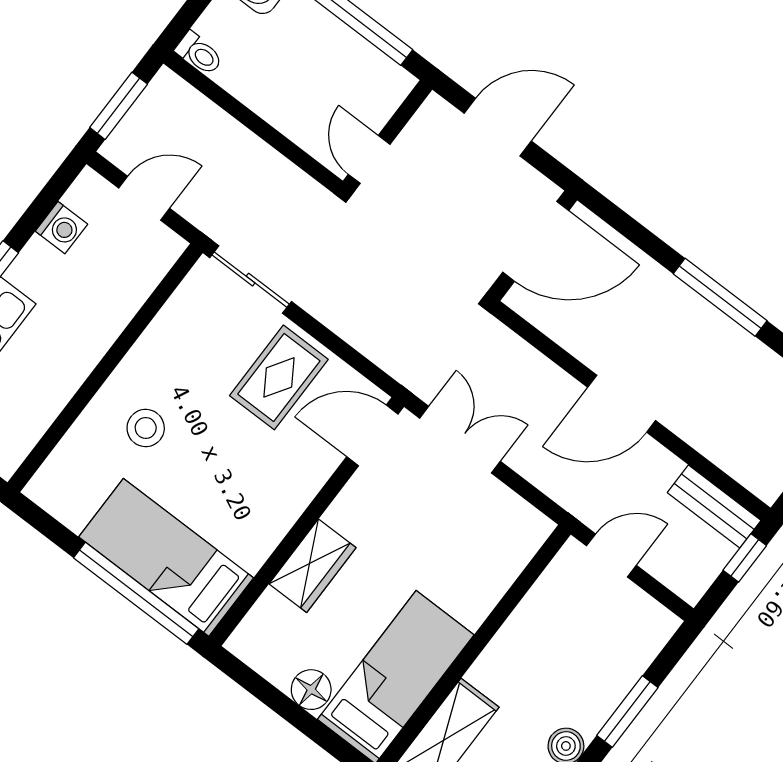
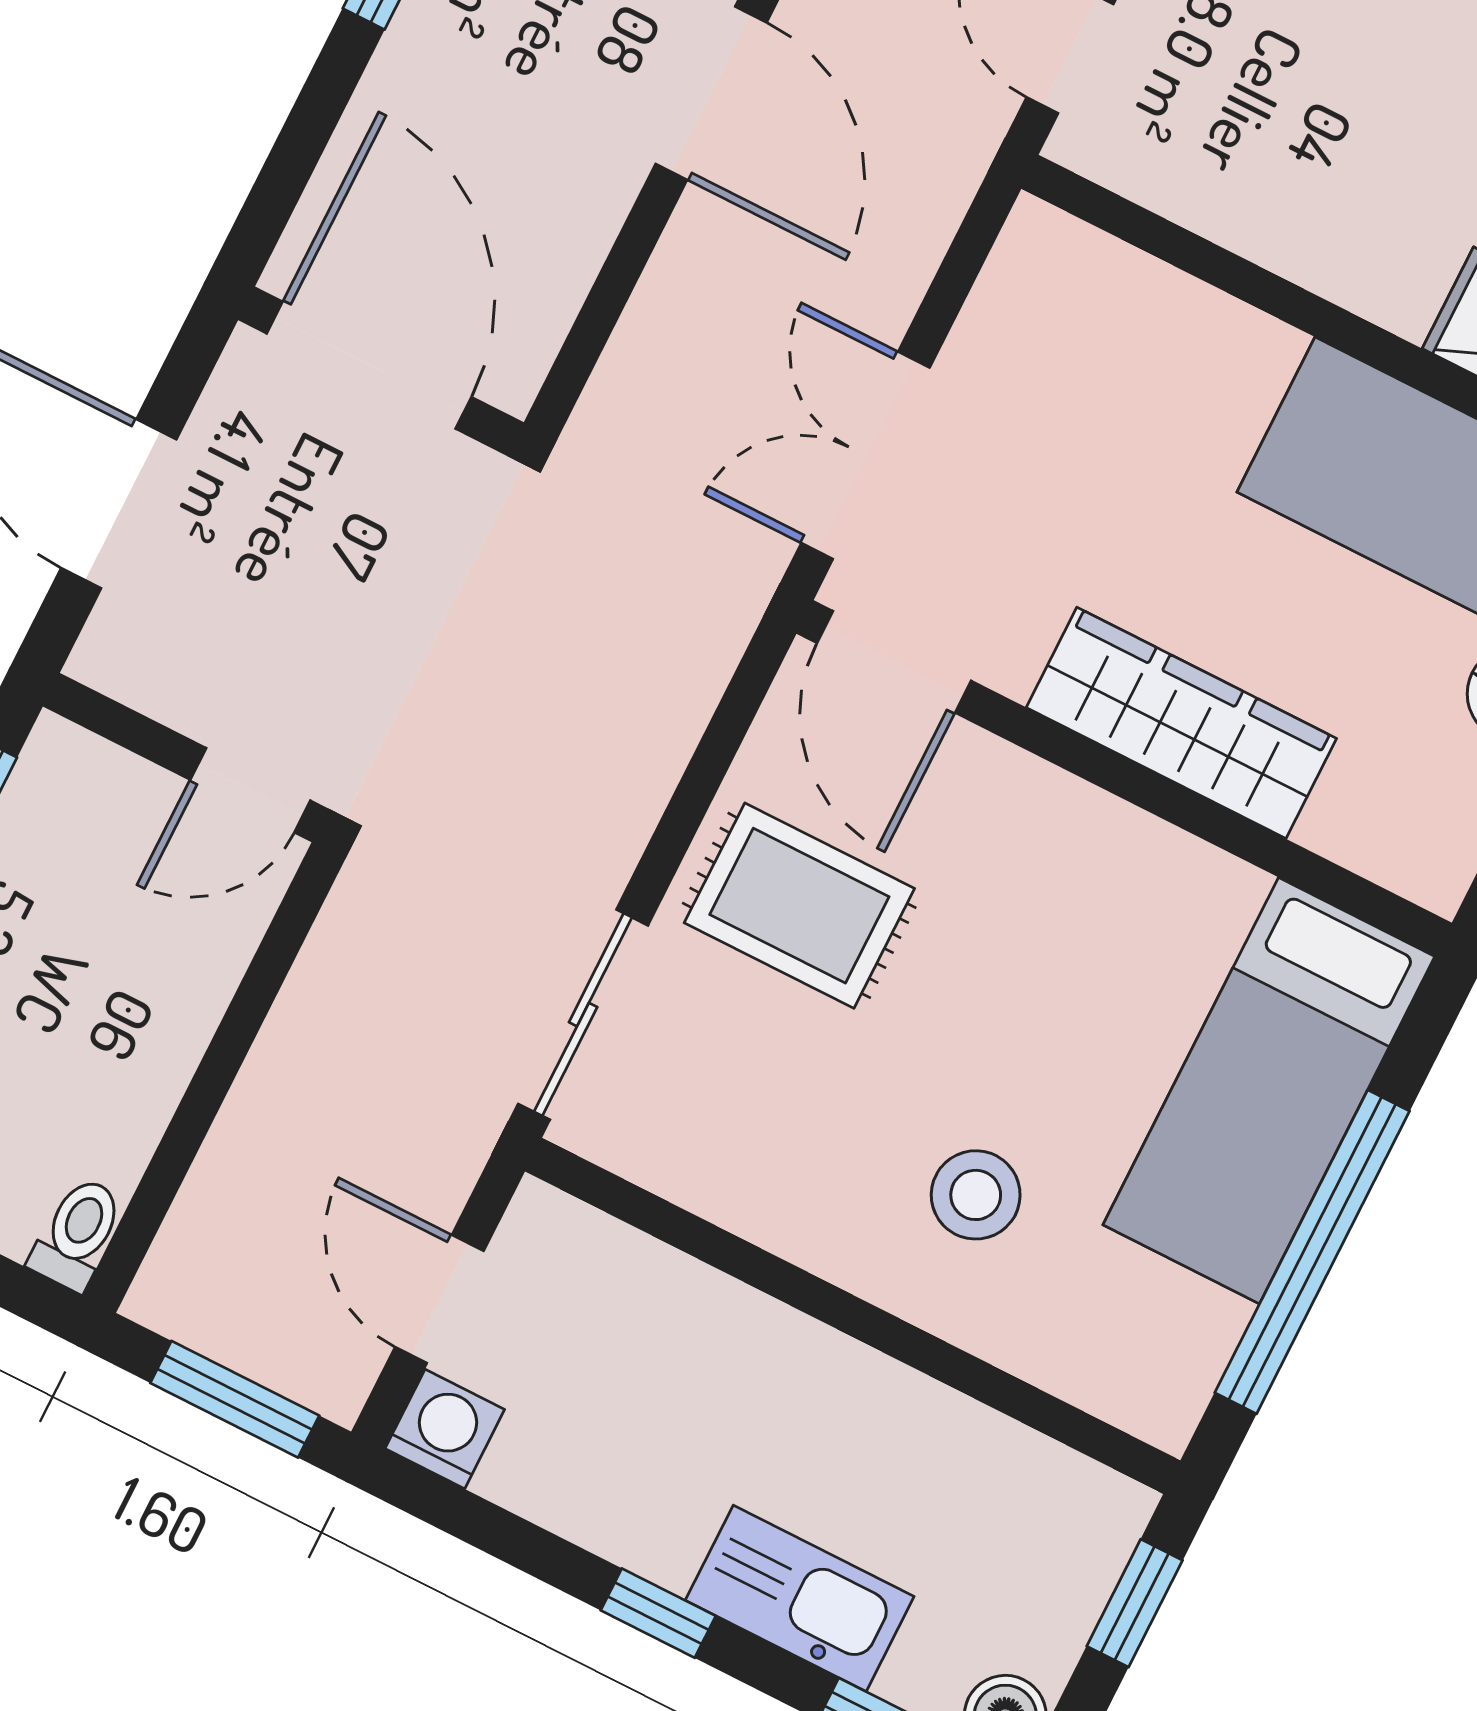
washing machine: (61, 228) -> (445, 1429), moved
wardrobe: (313, 566) -> (1181, 723), width x1.50
window: (136, 593) -> (1312, 1252), moved

